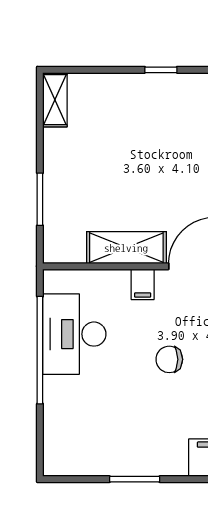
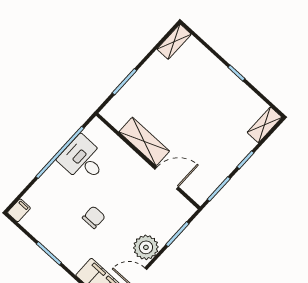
filing cabinet: (143, 284) -> (19, 210), moved, turned 180
desk: (74, 334) -> (83, 160), width x0.73
chair: (169, 359) -> (94, 217), moved, turned 90

